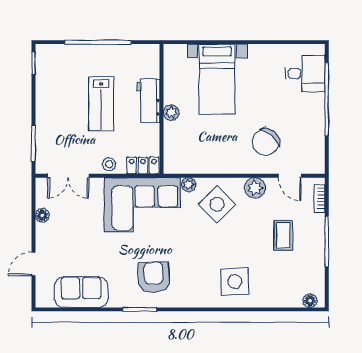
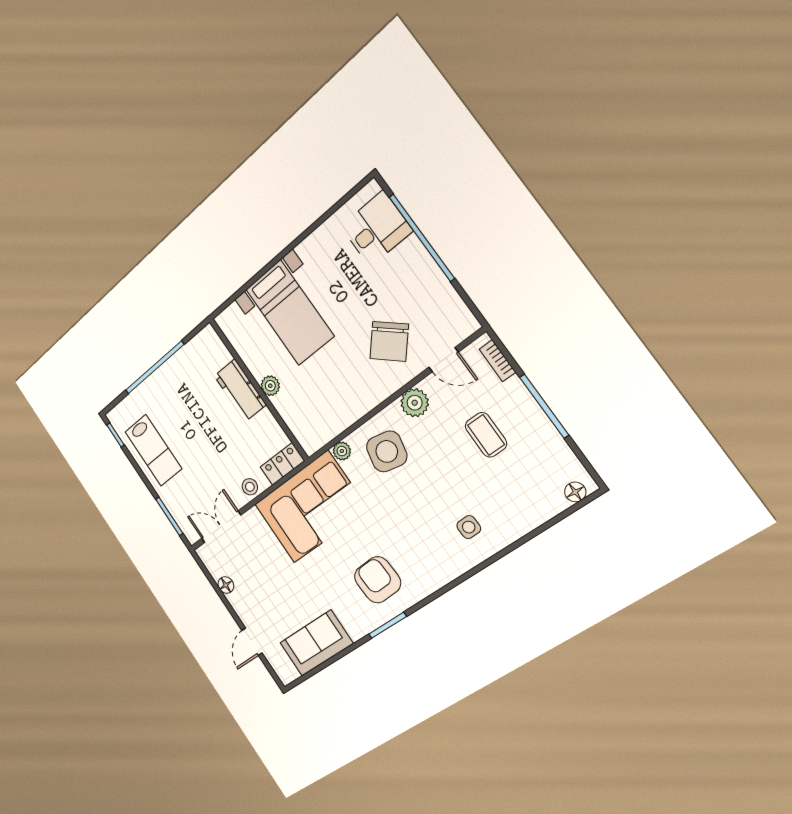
lab bench: (101, 104) -> (153, 450), moved
double door: (68, 176) -> (221, 527), swing flipped
side table: (217, 204) -> (387, 451), turned -33
side table: (235, 282) -> (469, 527), width x0.54, depth x0.54

